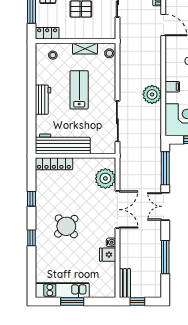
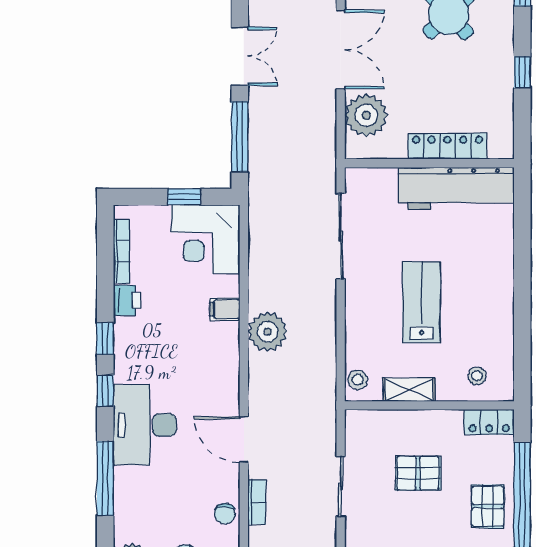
lab bench: (79, 90) -> (422, 302), turned 180
plant: (152, 94) -> (268, 332), moved
workbench: (43, 100) -> (498, 282), removed
locker: (54, 164) -> (447, 146), moved
double door: (117, 210) -> (341, 50), swing flipped

